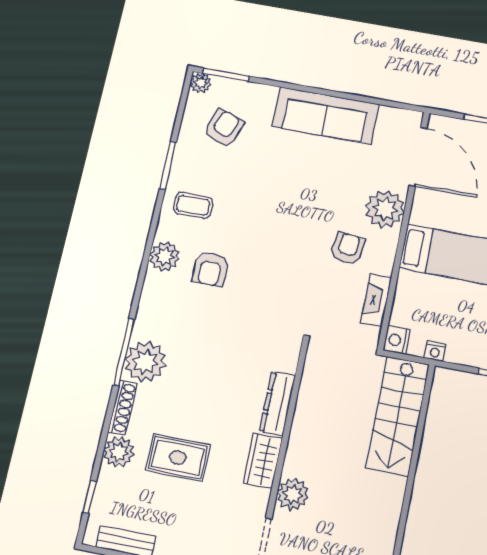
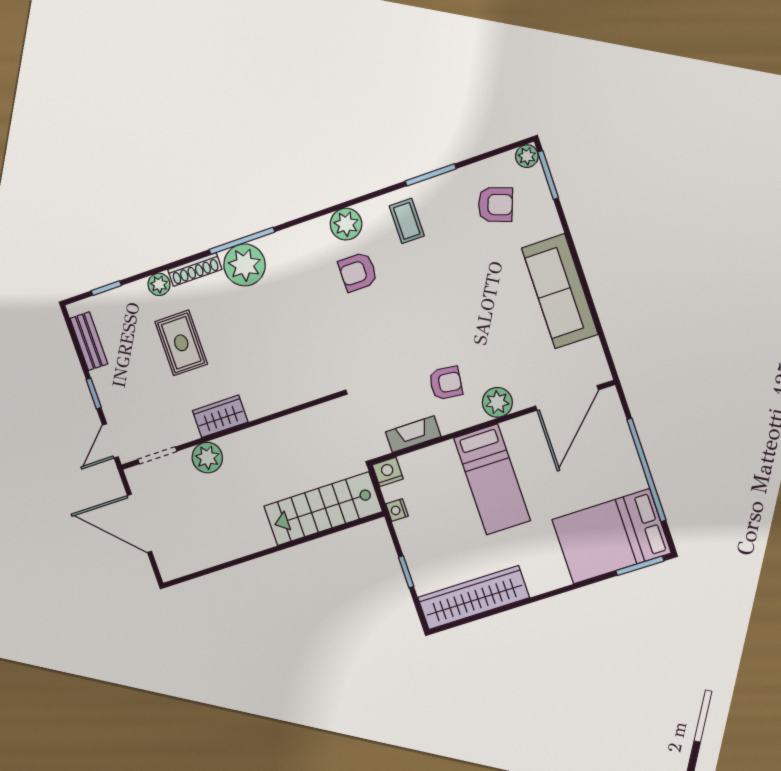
plant: (385, 209) -> (497, 402), width x0.73, depth x0.73
dresser: (277, 403) -> (275, 400), removed
plant: (119, 452) -> (159, 284), width x0.73, depth x0.73

